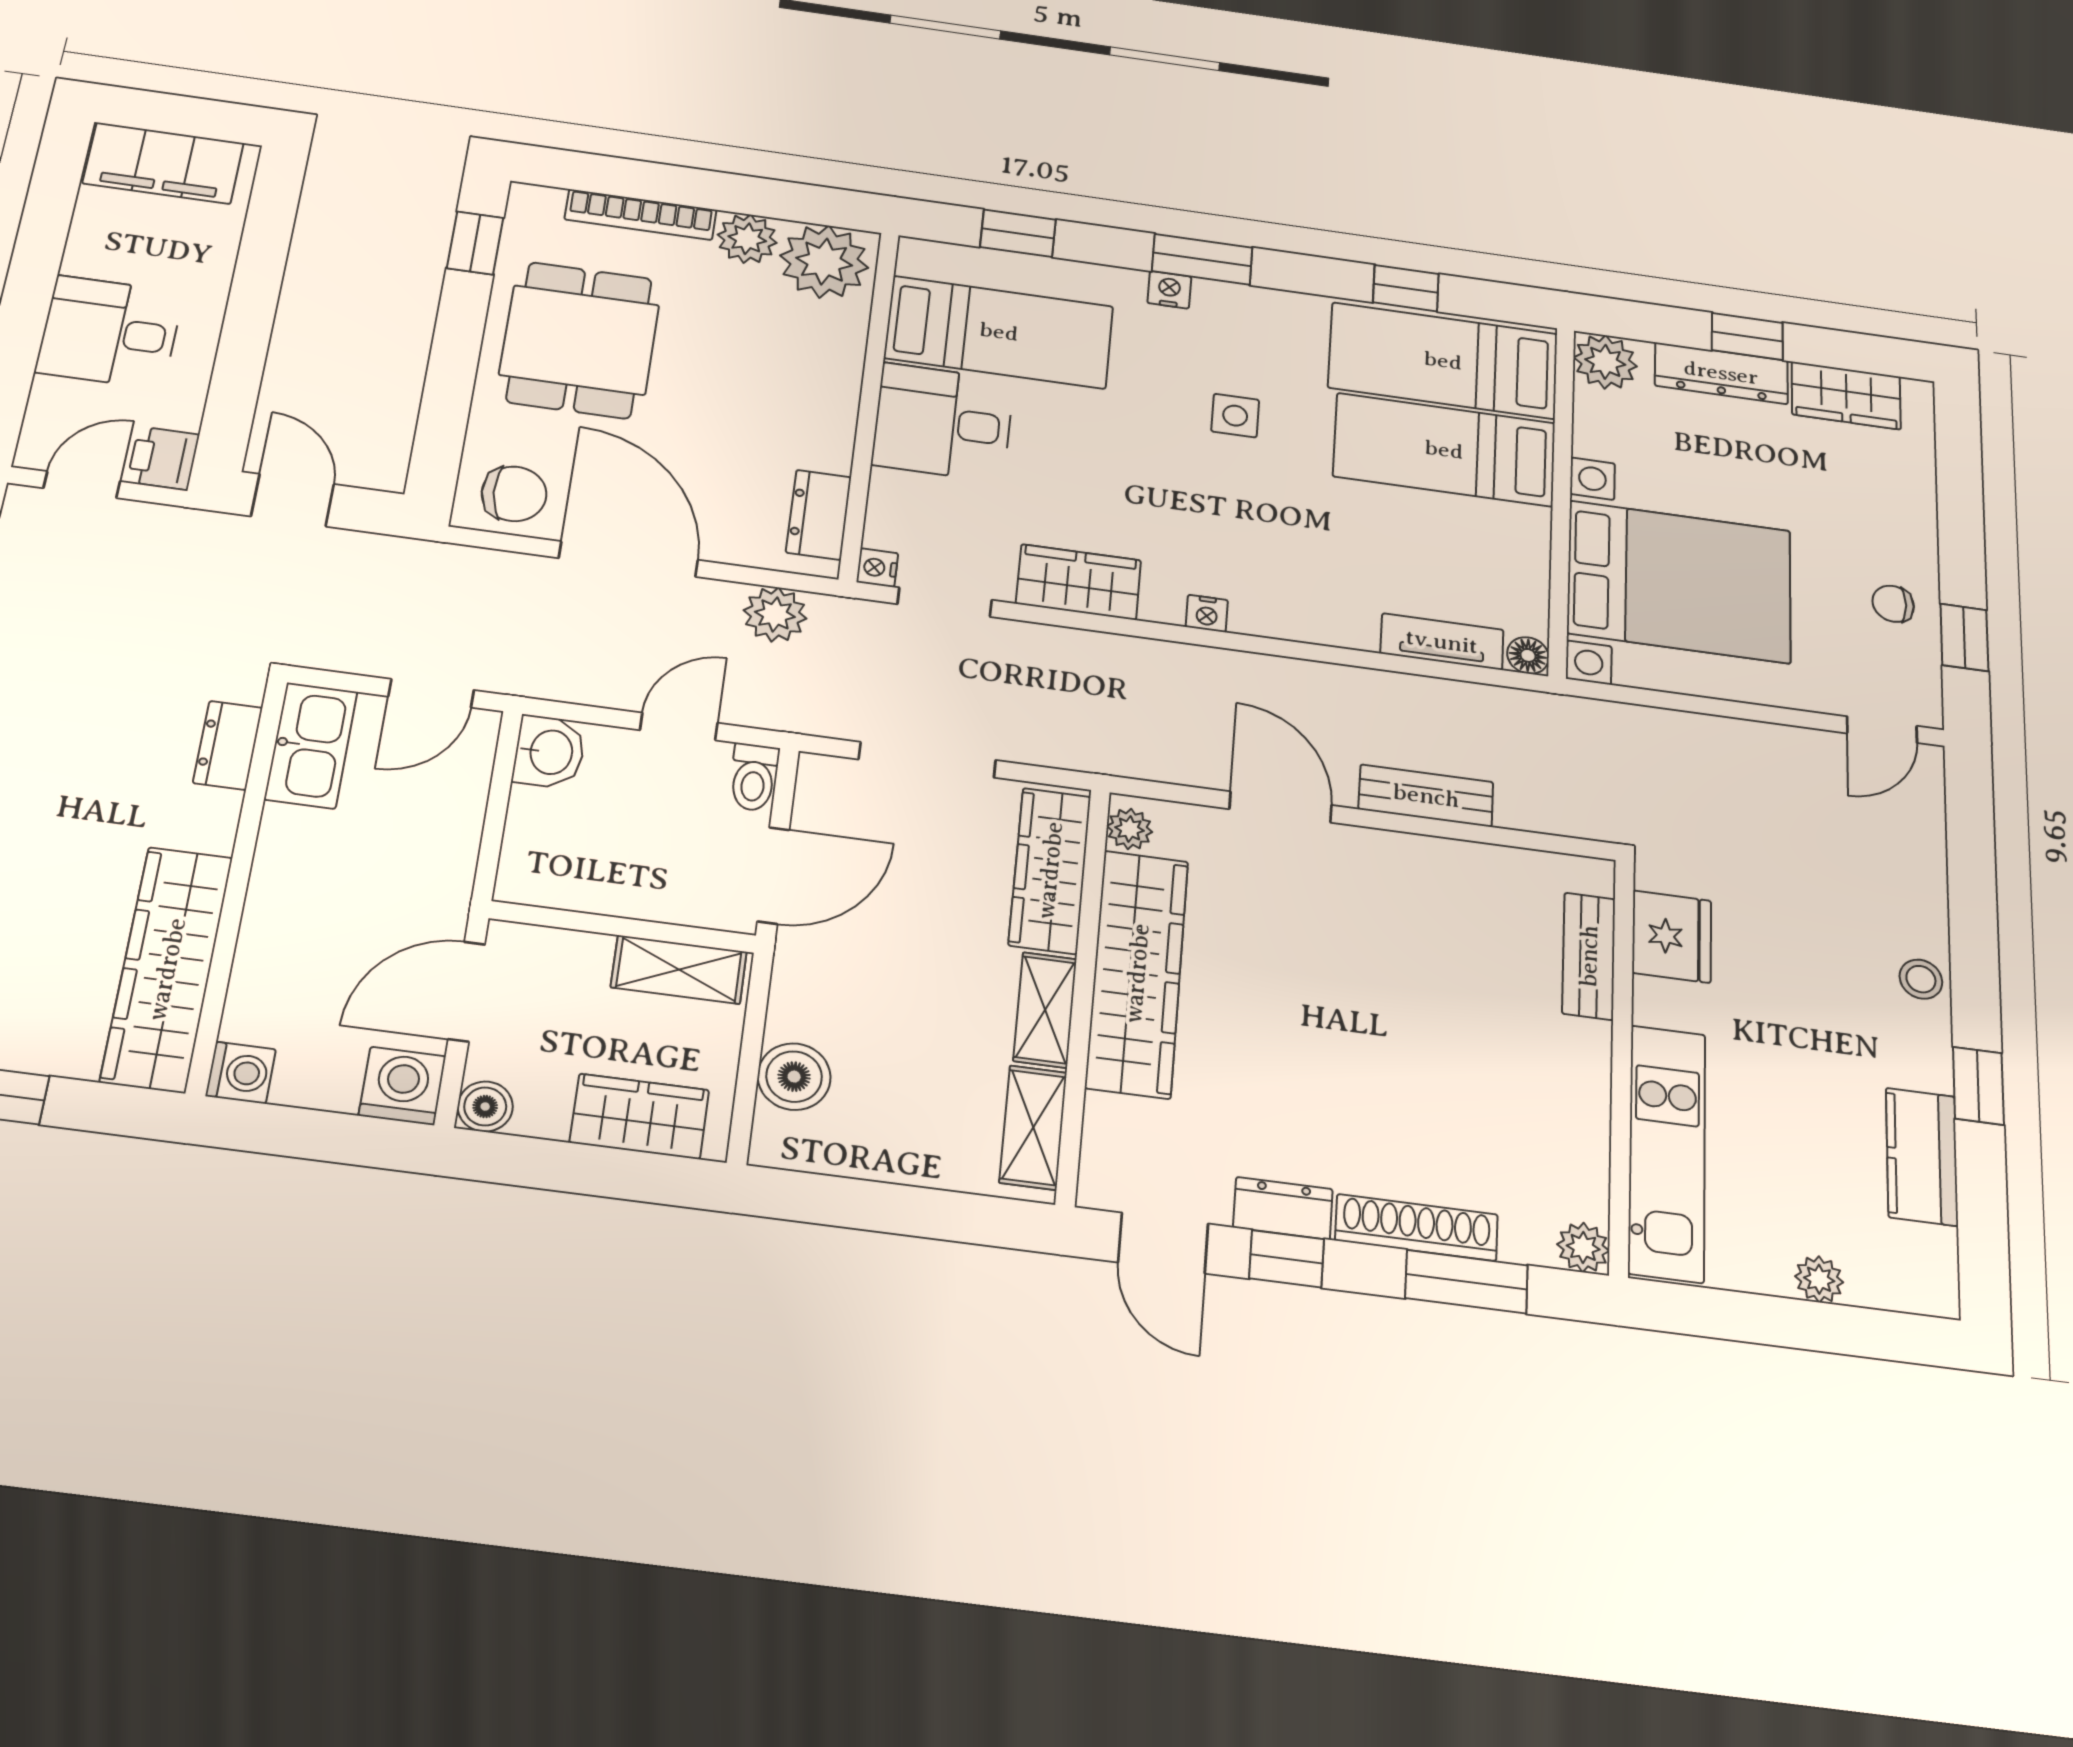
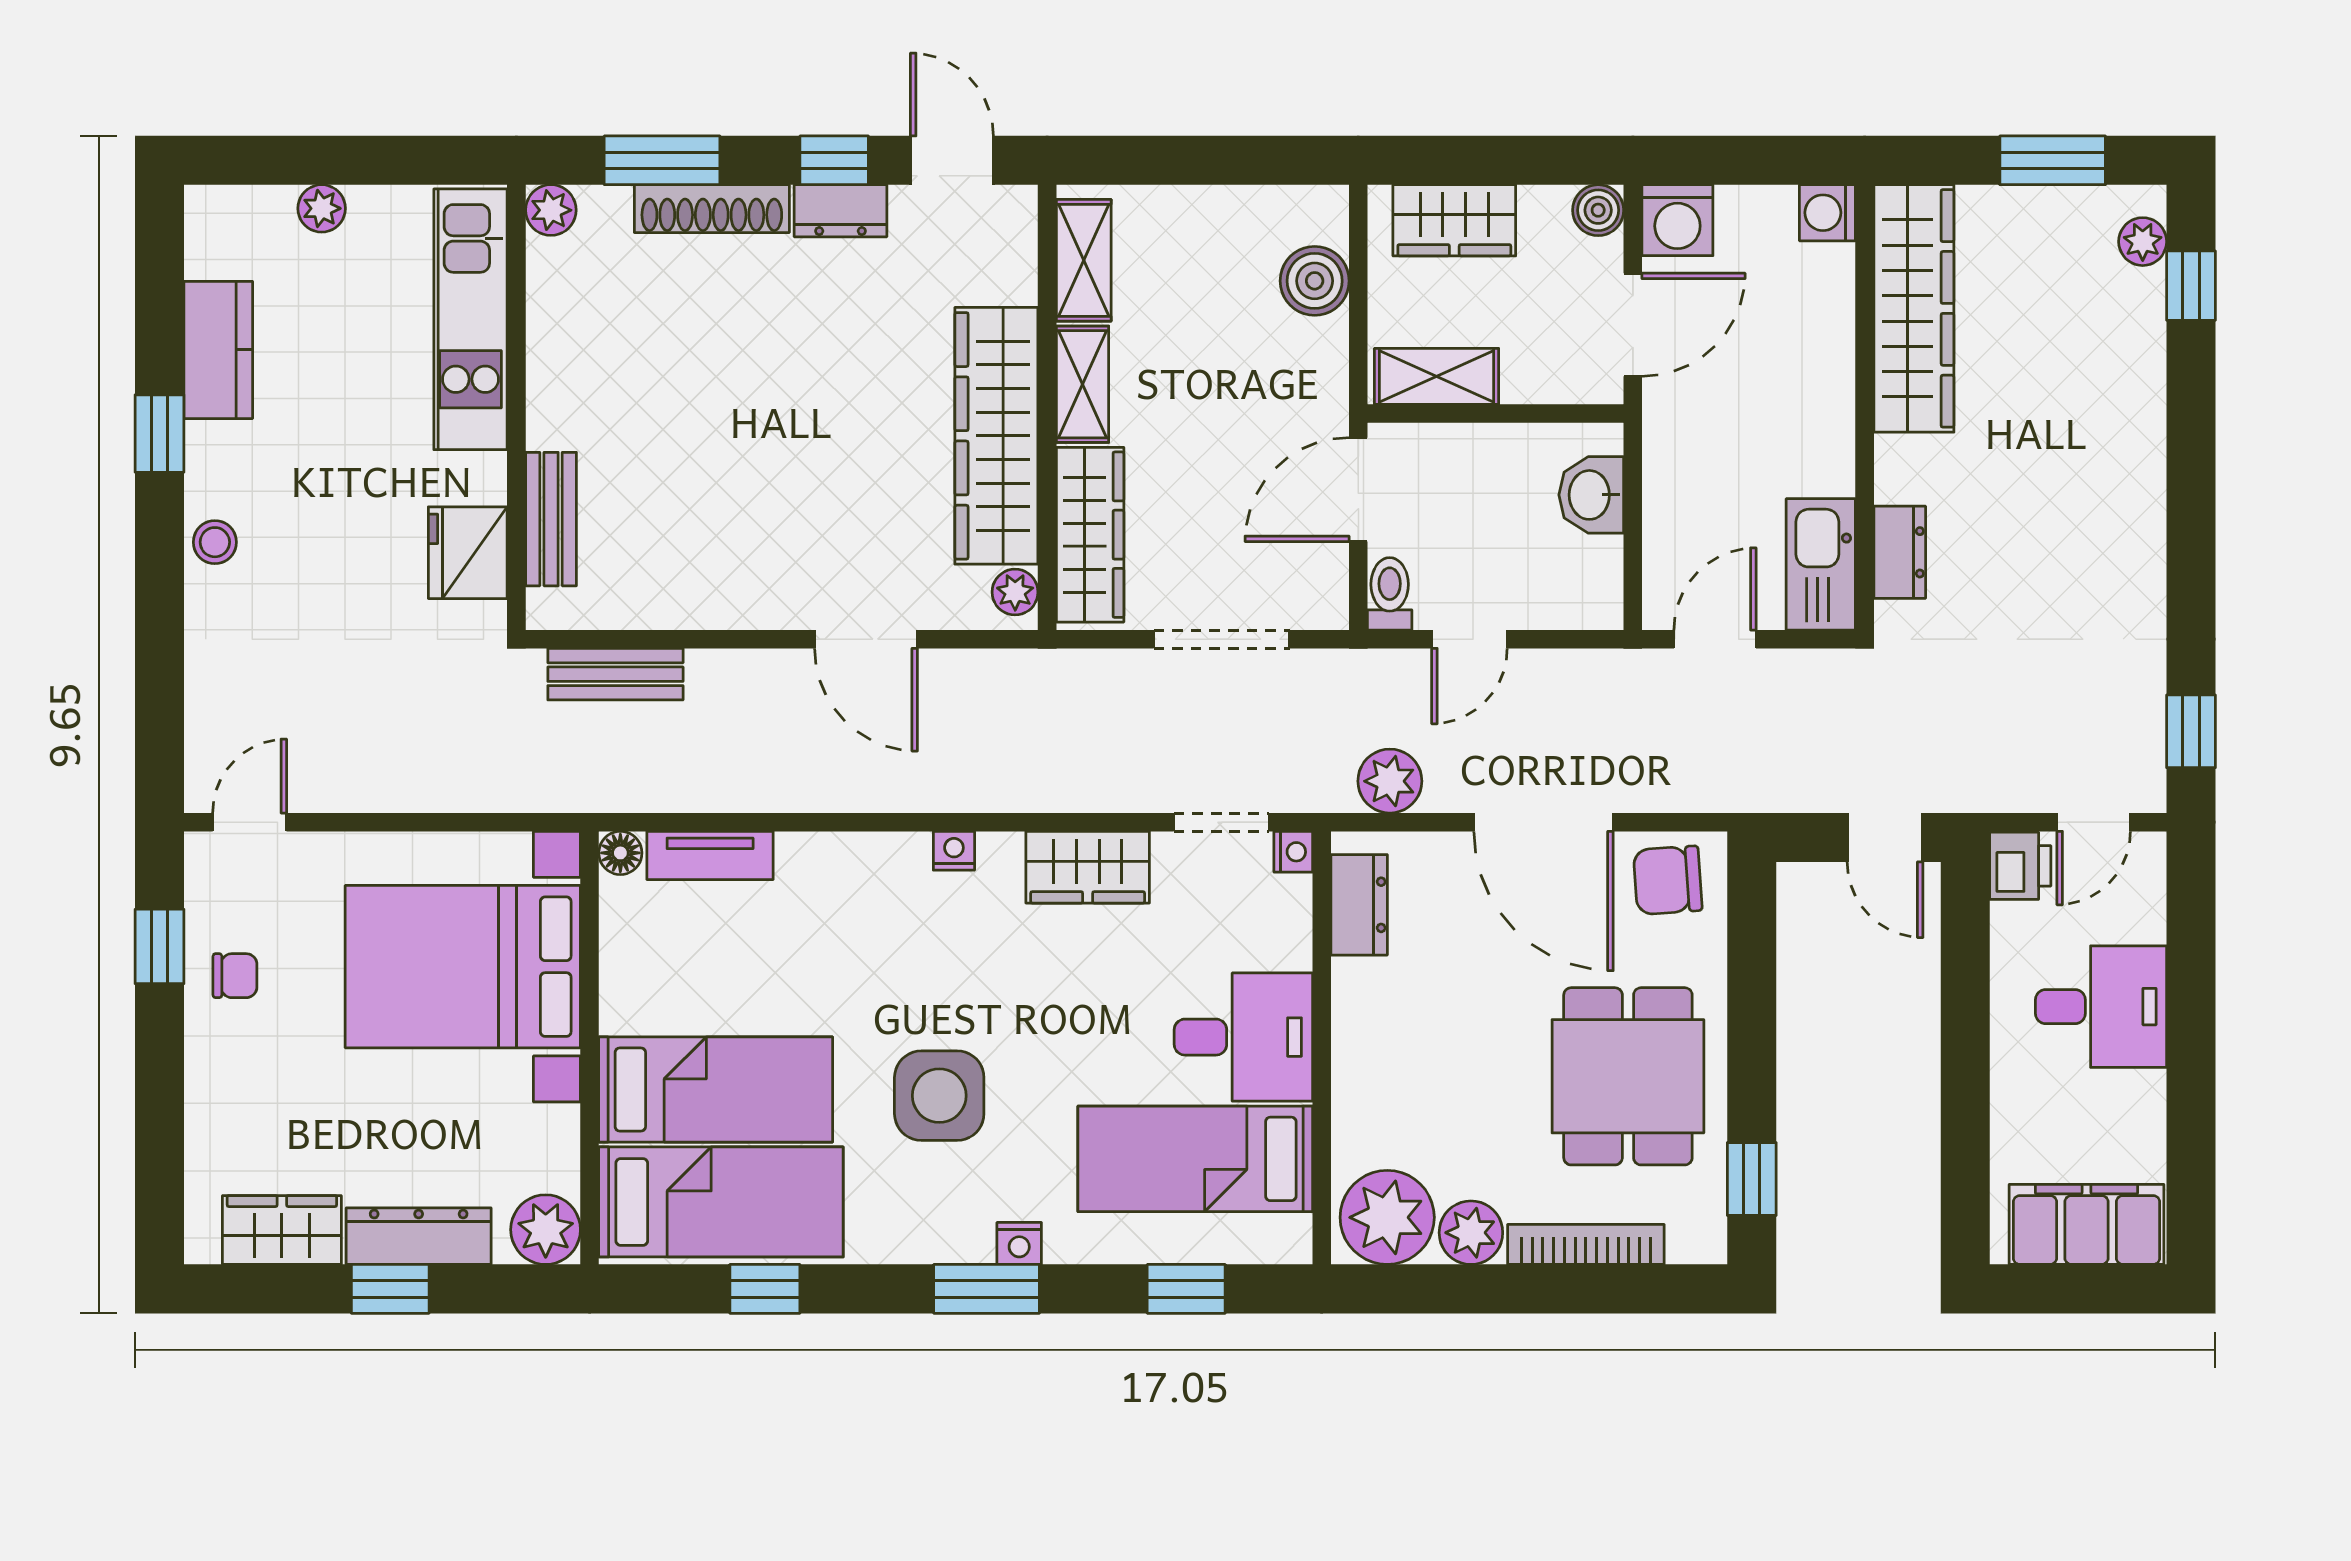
side table: (1235, 416) -> (939, 1096), width x1.87, depth x1.87
washbasin: (549, 752) -> (1591, 495), moved
bench: (1426, 796) -> (615, 674), moved

